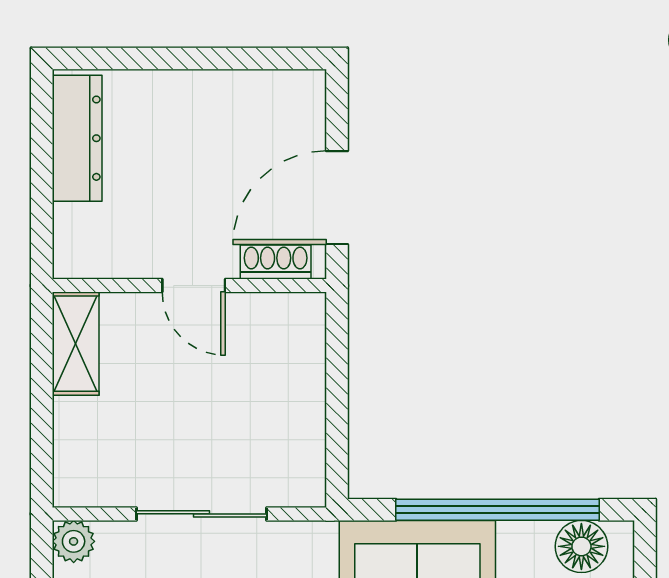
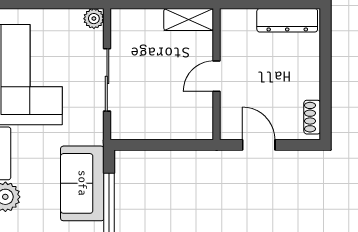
door: (337, 198) -> (259, 145), width x0.73
shoe rack: (276, 262) -> (312, 117), moved, turned 180

